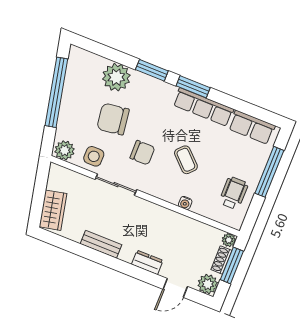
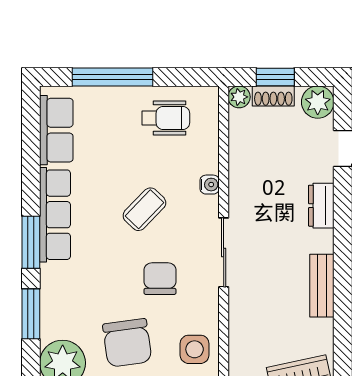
sliding door: (116, 185) -> (224, 252), moved
wheelchair: (234, 193) -> (166, 118), turned 180
window: (232, 265) -> (275, 77), width x0.67

